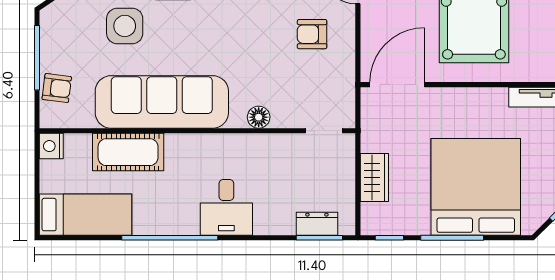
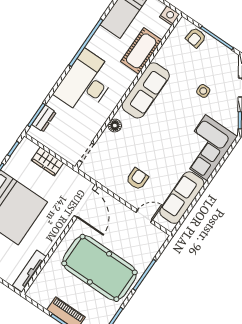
side table: (125, 26) -> (203, 91), width x0.54, depth x0.54
sofa: (162, 102) -> (146, 90), width x0.74, depth x0.79
desk: (226, 207) -> (86, 83), width x1.87, depth x1.30

